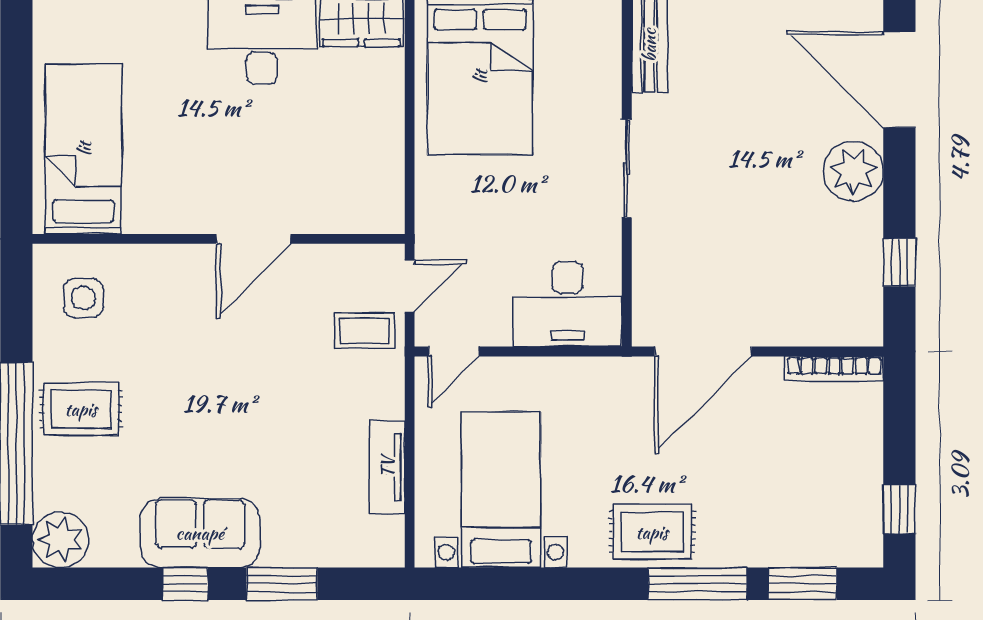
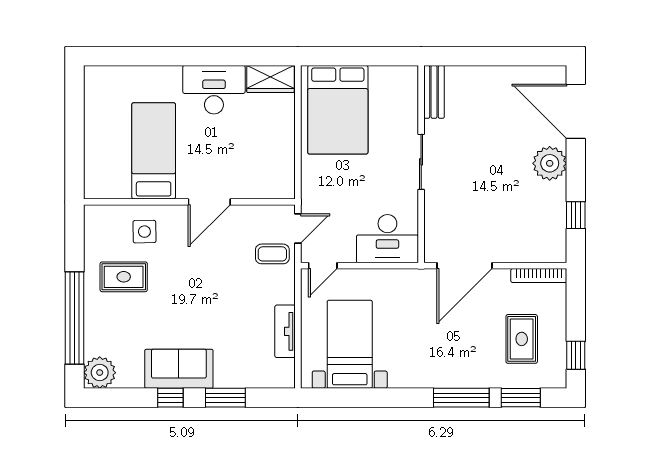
bed: (84, 149) -> (154, 151), moved
side table: (83, 298) -> (144, 232), moved
rug: (81, 409) -> (124, 277), moved
rug: (652, 532) -> (522, 339), moved, turned 90

